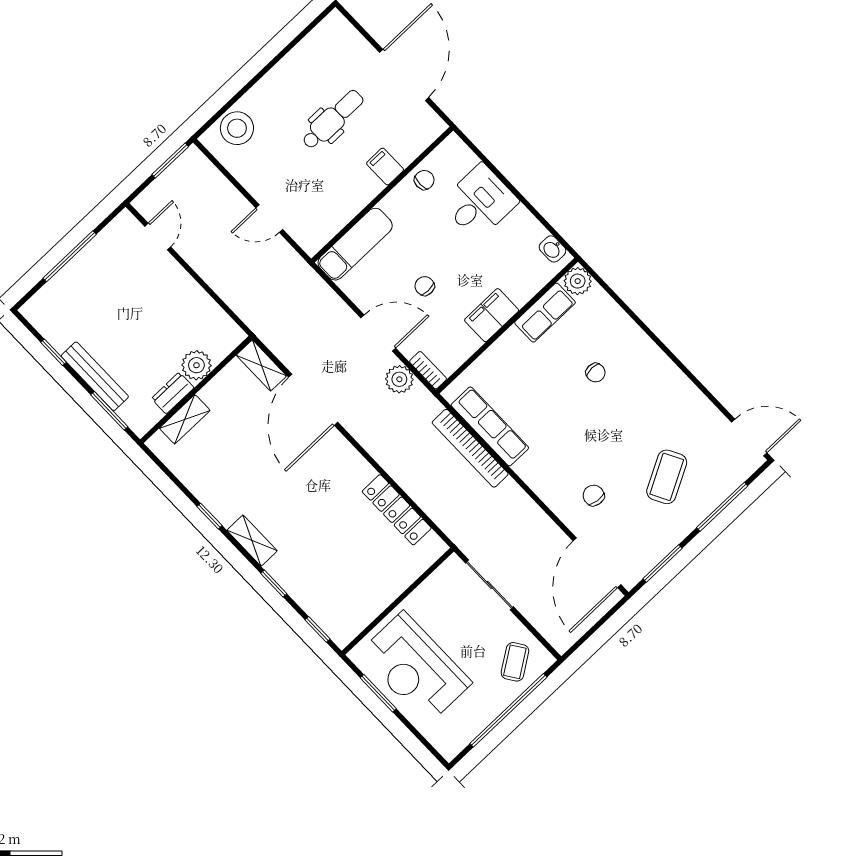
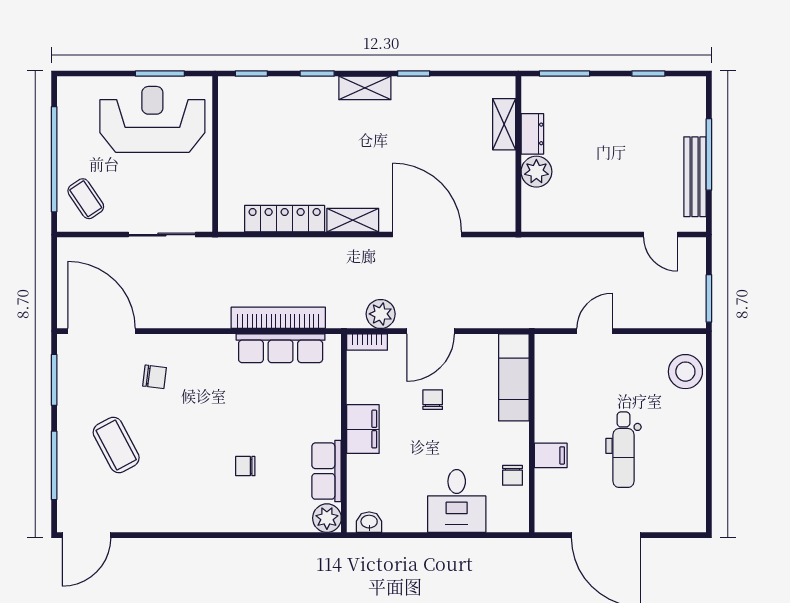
chair: (425, 286) -> (433, 400), turned -90
shelving: (261, 366) -> (353, 220), moved
bench: (95, 376) -> (695, 177), moved, turned 90

